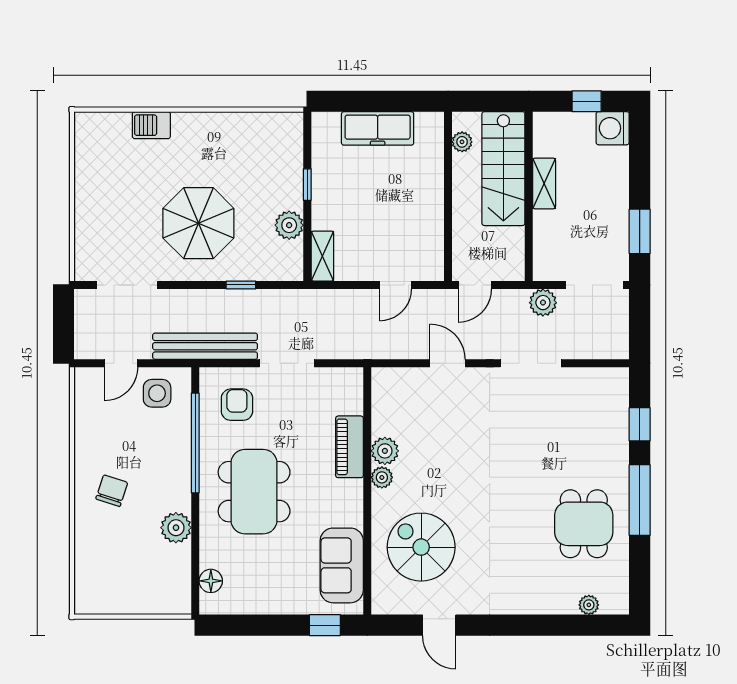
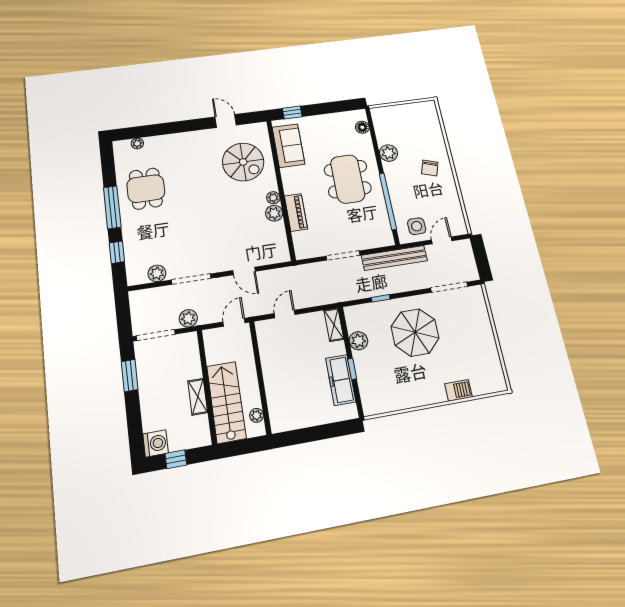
freezer: (378, 128) -> (341, 380), moved, turned -90
plant: (582, 381) -> (157, 273), added
armchair: (237, 405) -> (368, 227), removed

